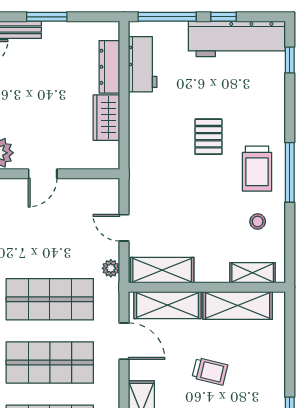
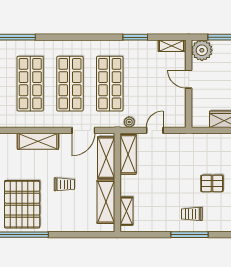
trolley: (257, 169) -> (192, 214), width x0.73, depth x0.72
stool: (258, 222) -> (159, 214), removed
trolley: (210, 371) -> (64, 184), turned -104

